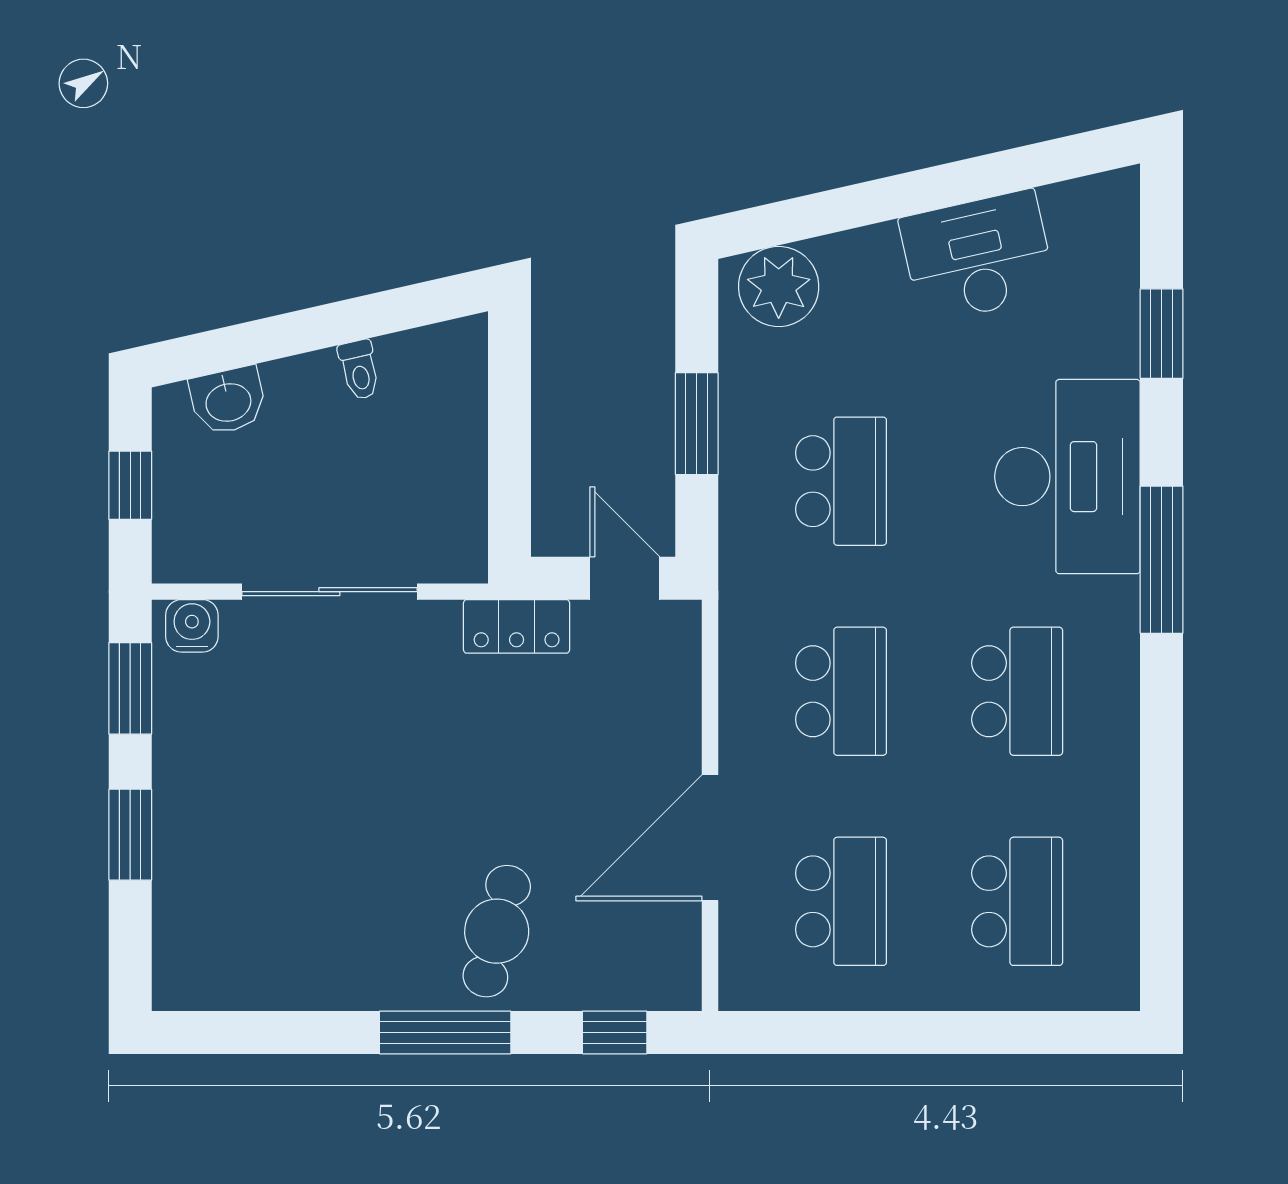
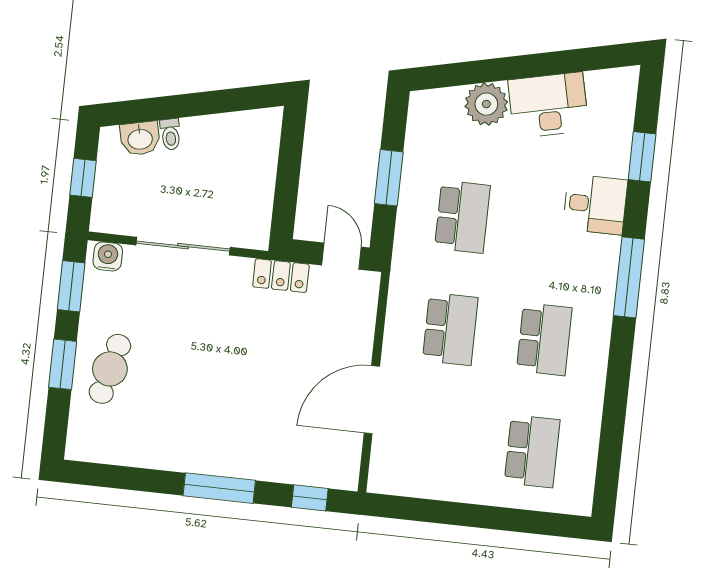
plant: (779, 286) -> (486, 104), moved
toilet: (359, 370) -> (170, 134), moved
desk: (1067, 477) -> (595, 204), width x0.53, depth x0.77
school desk: (841, 901) -> (438, 441), removed
cafe table: (497, 931) -> (110, 369), moved

